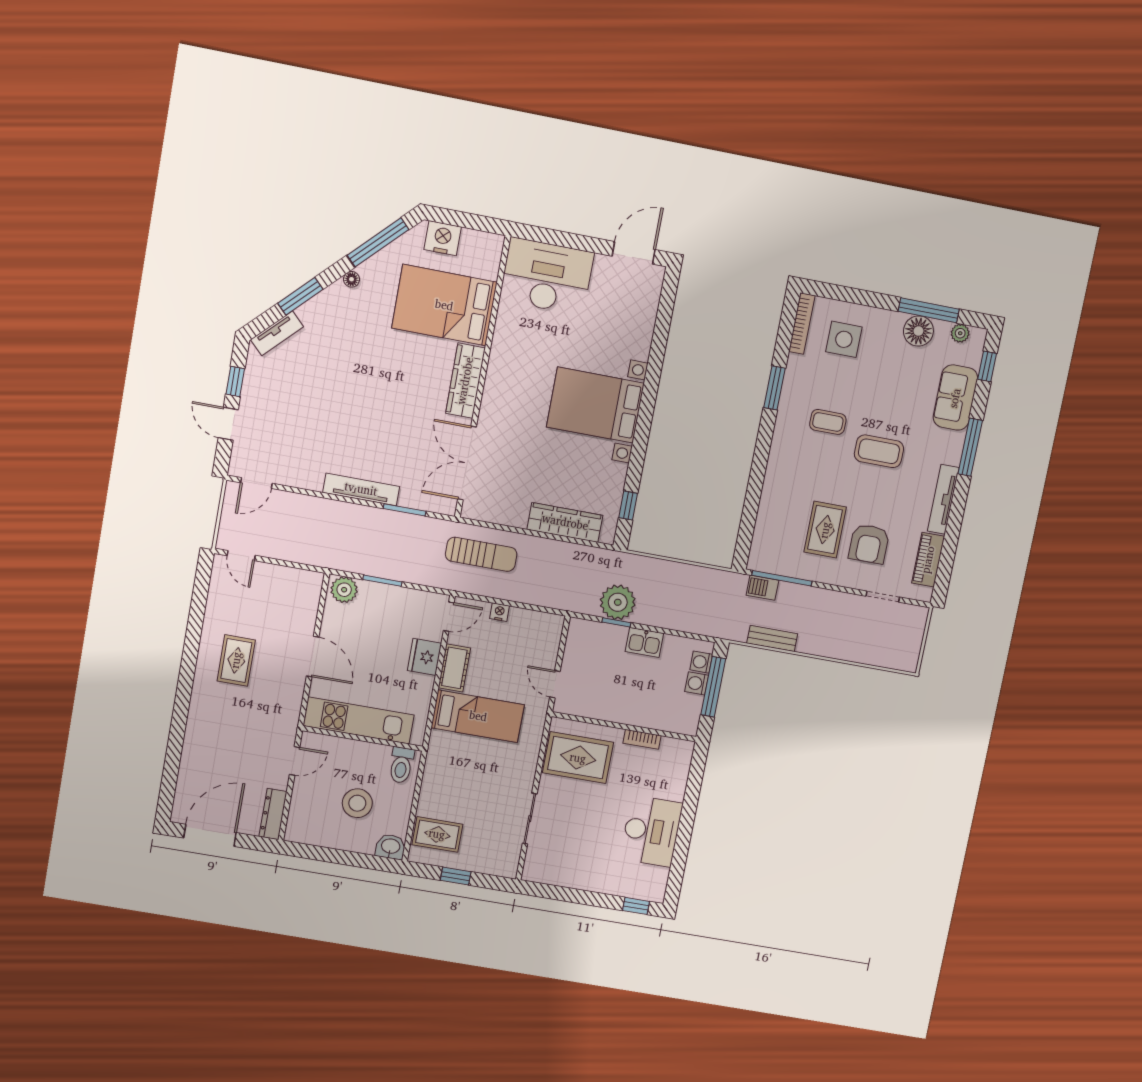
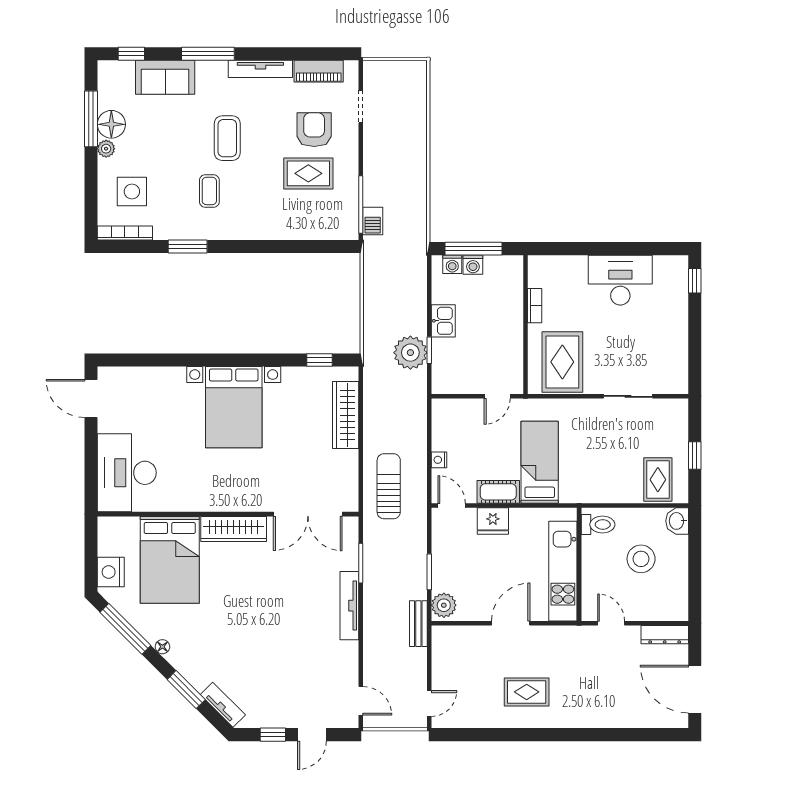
plant: (960, 333) -> (106, 149), moved
armchair: (869, 544) -> (314, 130), turned -90
bench: (772, 638) -> (418, 624), moved

